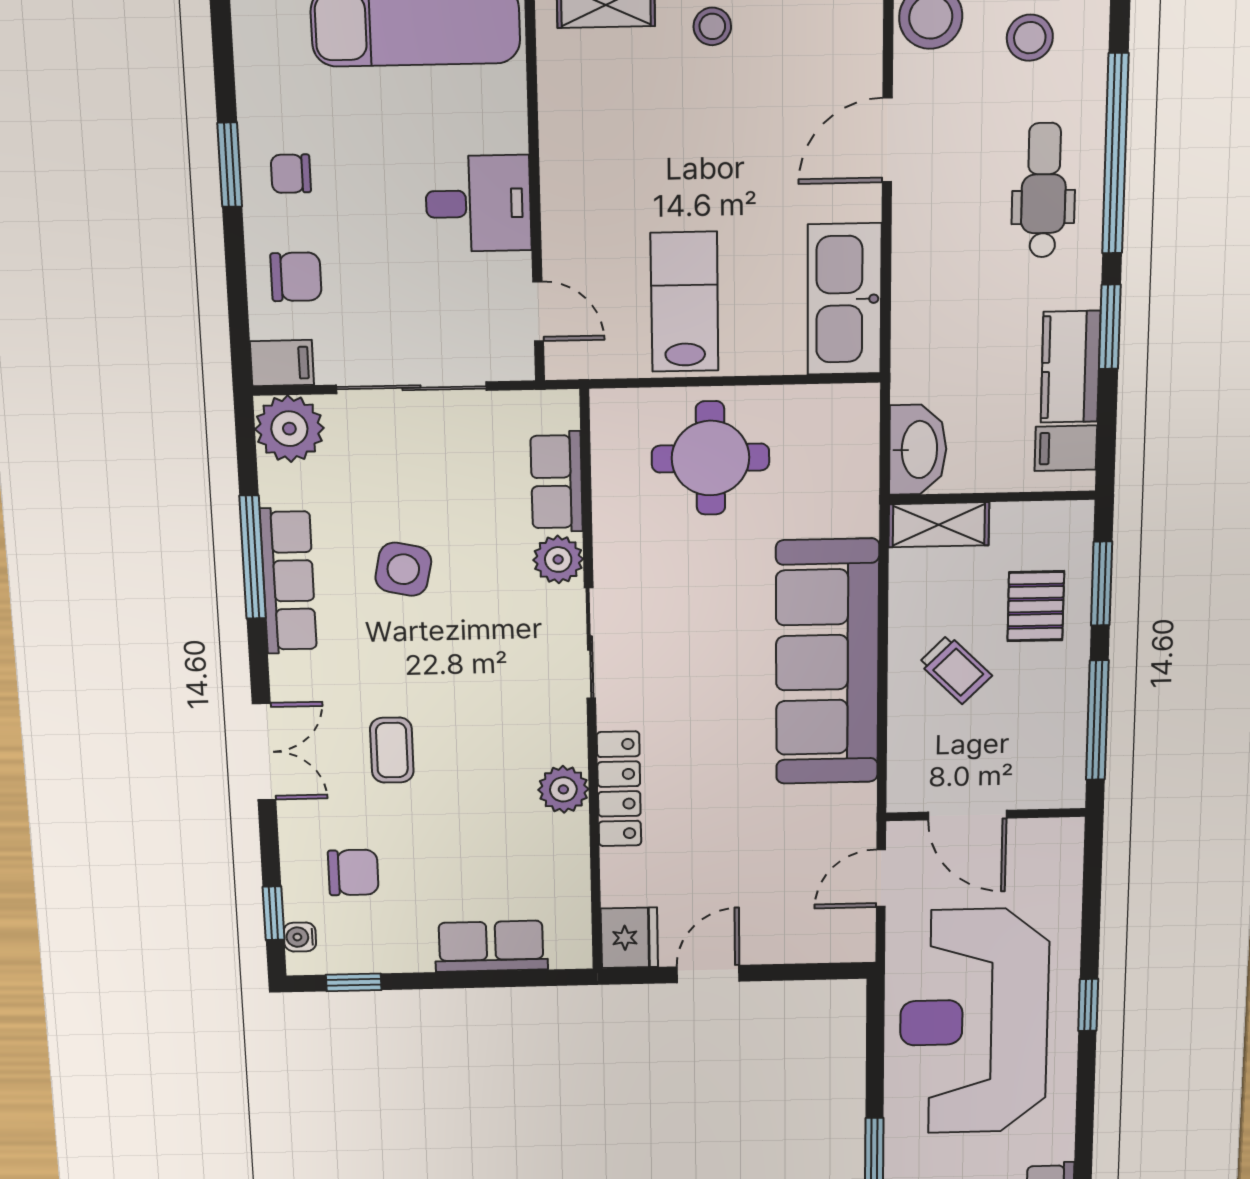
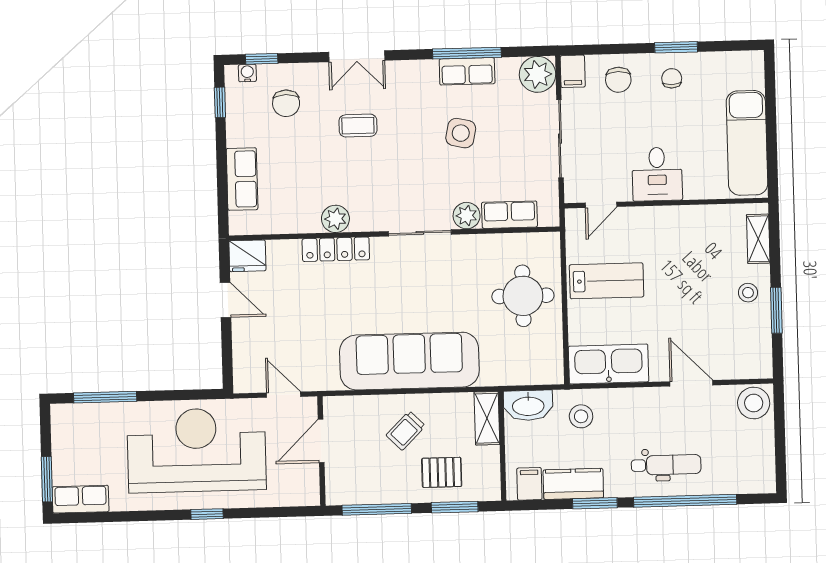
stool: (1030, 38) -> (581, 416), moved
row of seats: (288, 581) -> (467, 71), width x0.68

